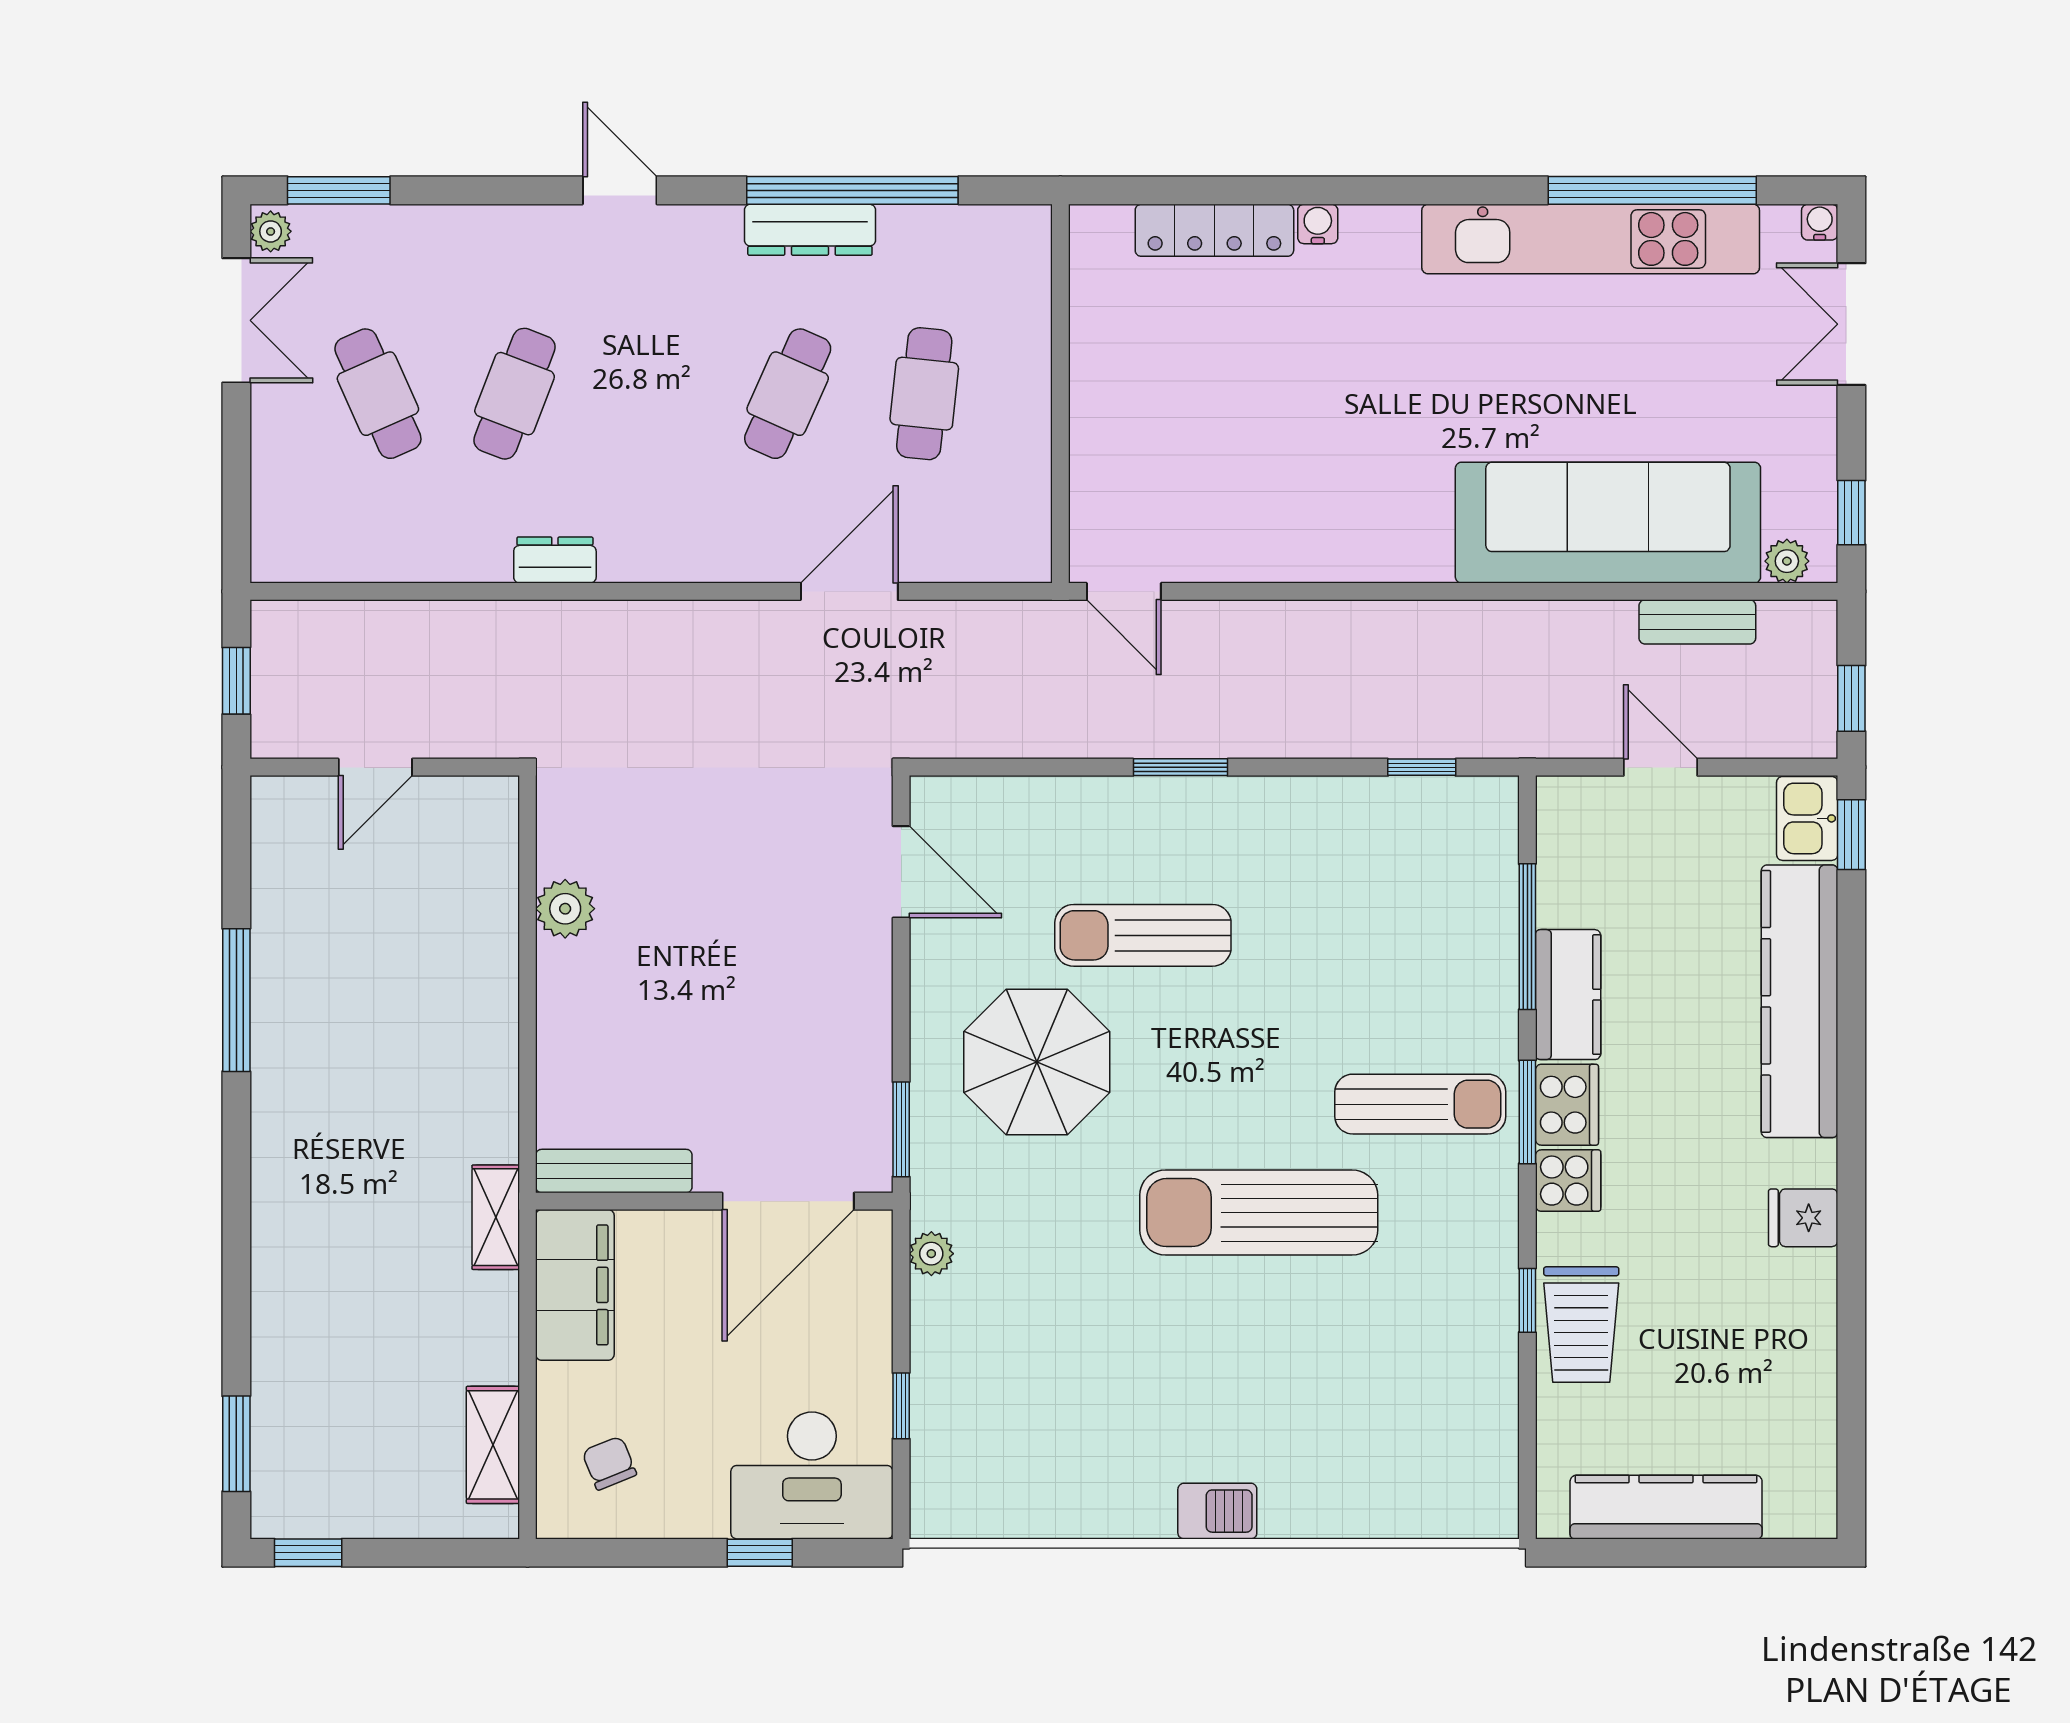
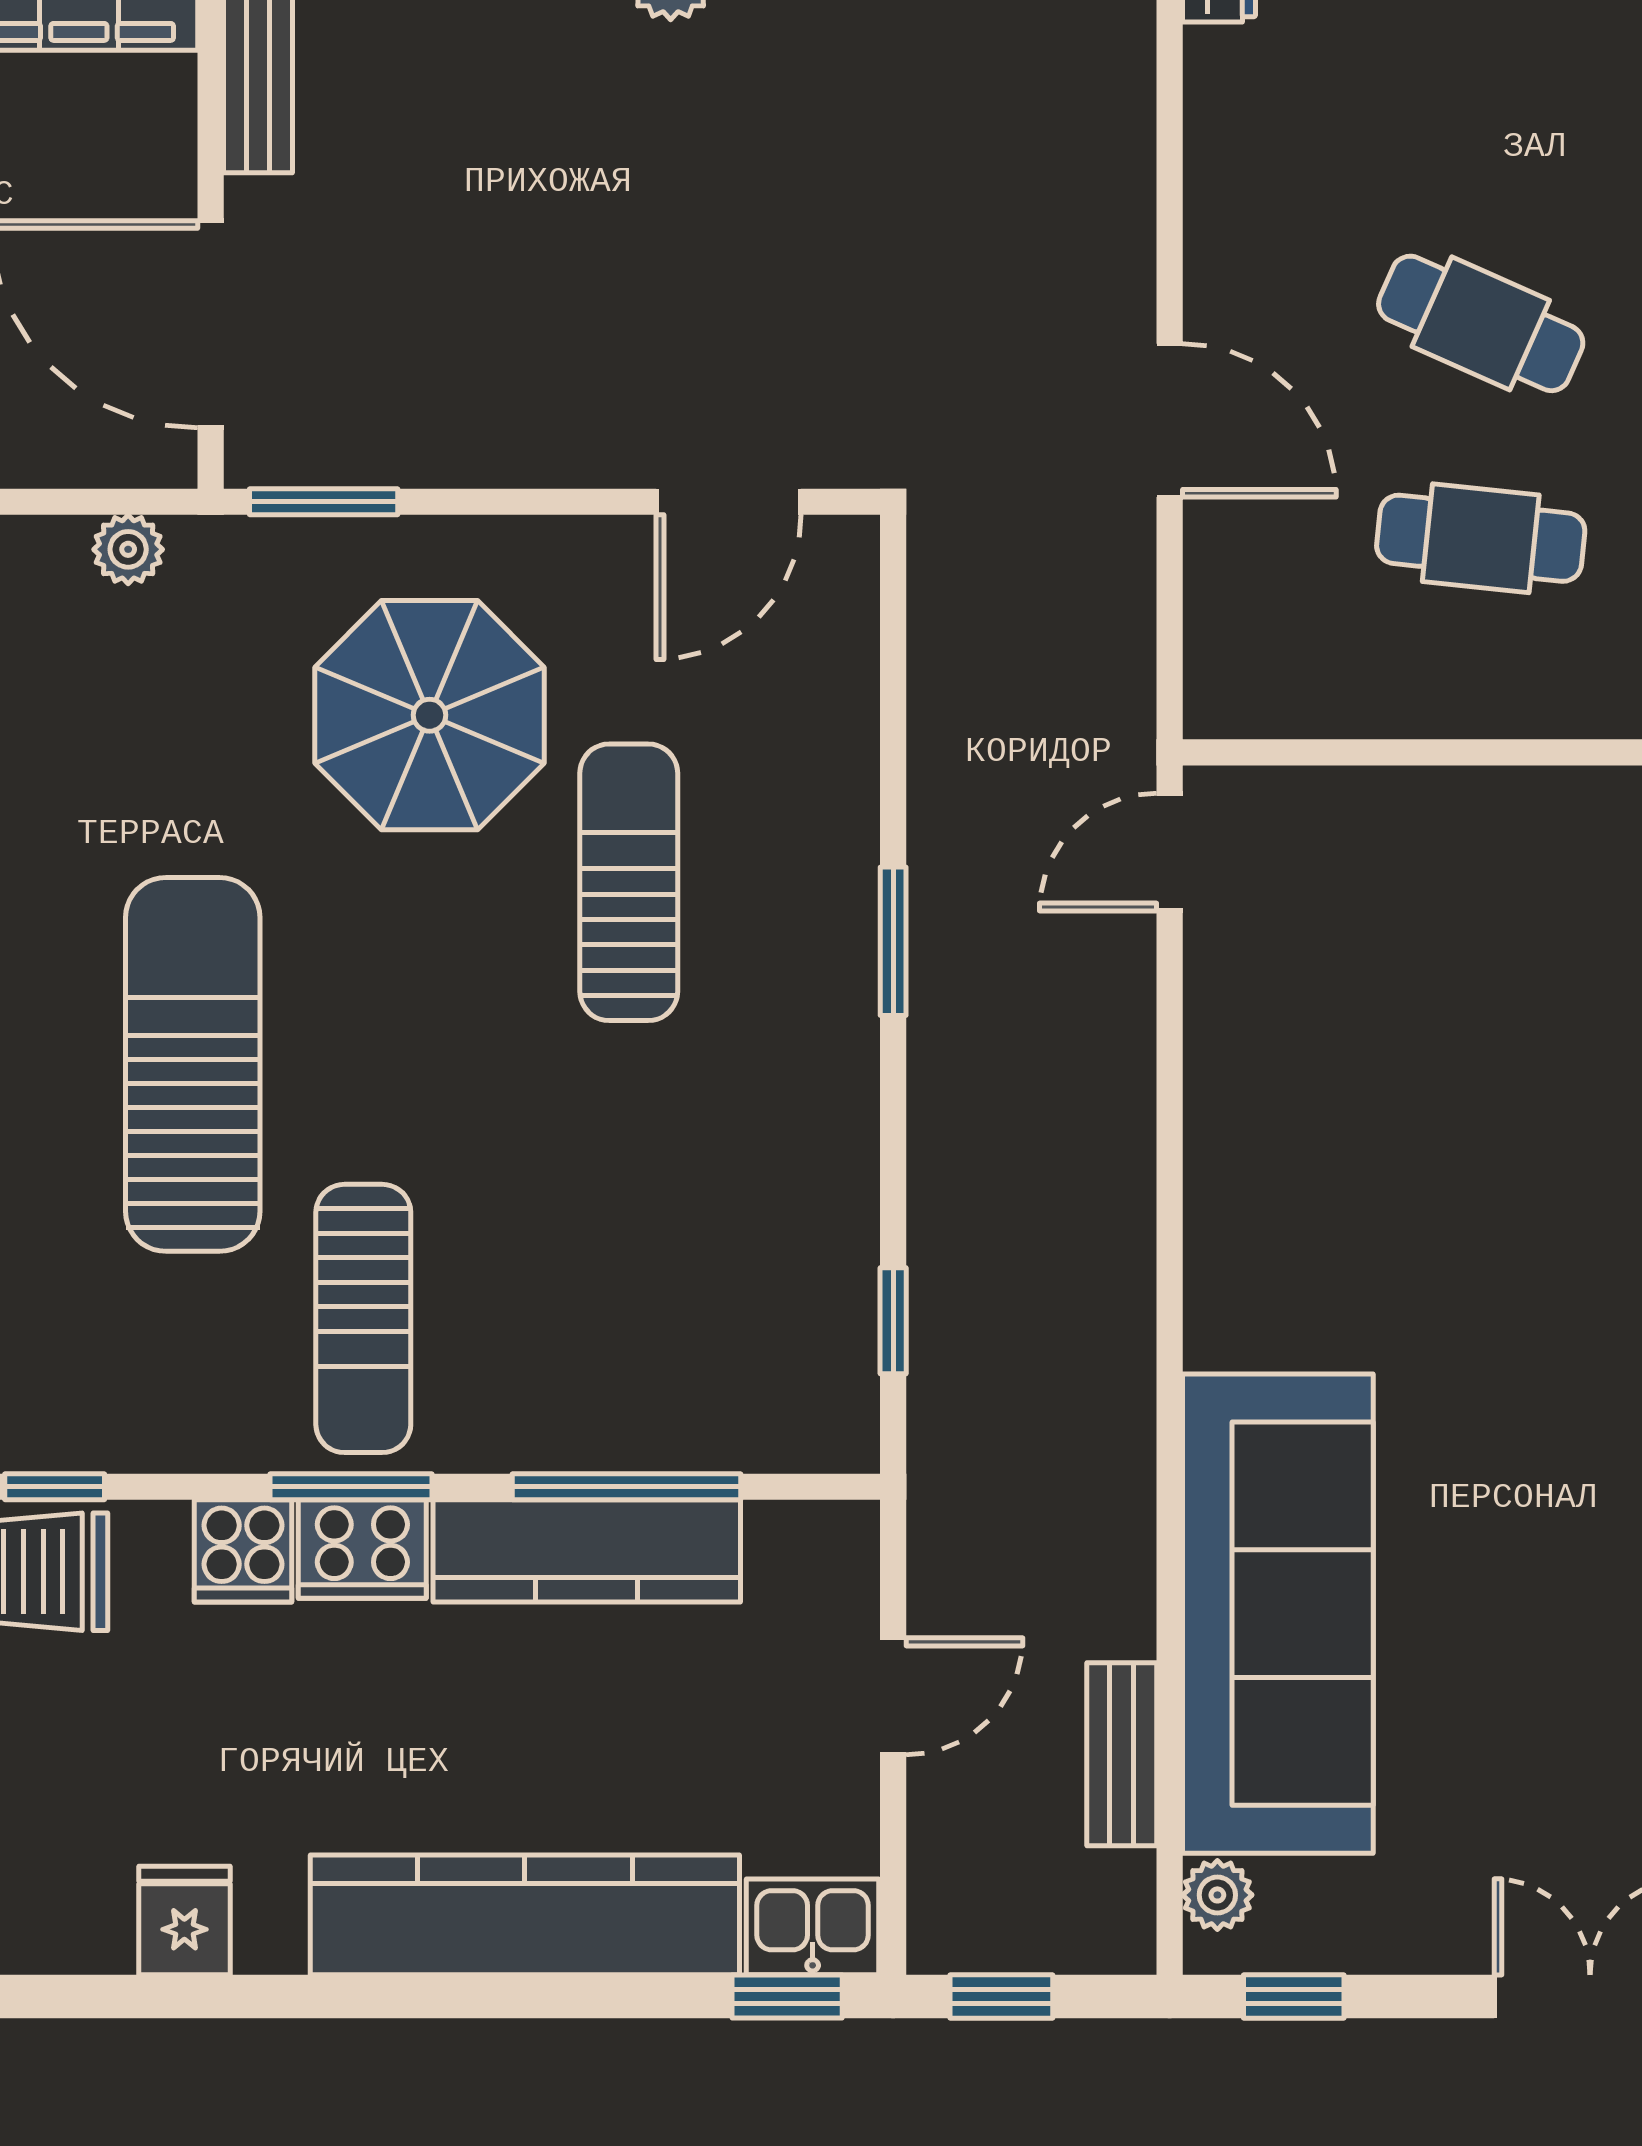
kitchen counter: (1568, 995) -> (587, 1551), width x1.50

